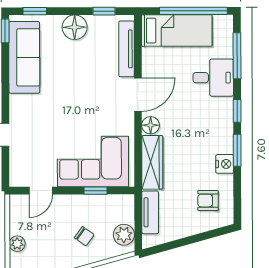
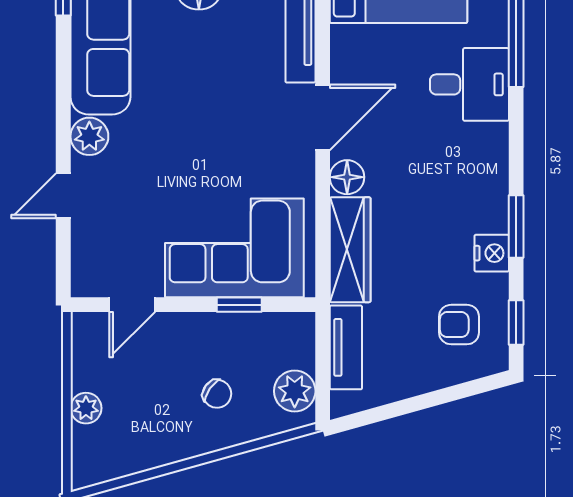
plant: (19, 105) -> (89, 136), added
window: (237, 111) -> (516, 322), moved

